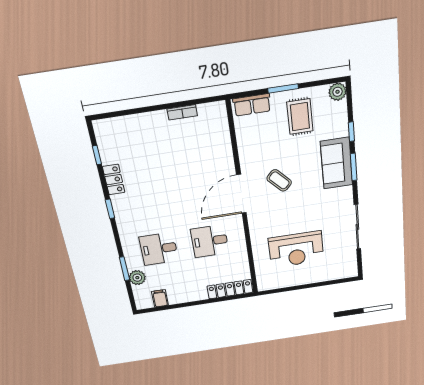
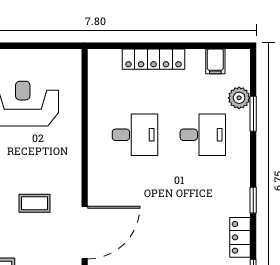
coffee table: (279, 180) -> (35, 203), turned -46
door: (241, 194) -> (85, 233), moved
locker: (230, 289) -> (154, 59), moved

